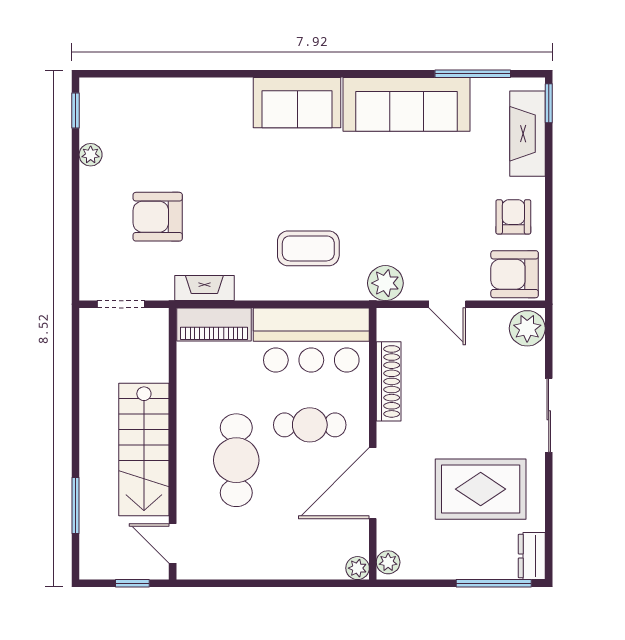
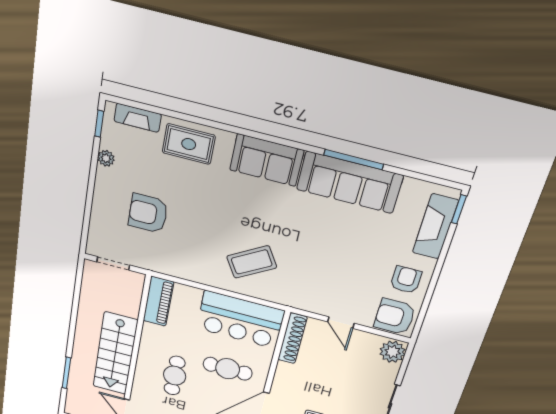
window: (473, 74) -> (354, 160), moved
rug: (195, 108) -> (189, 144), added
coffee table: (308, 248) -> (252, 262), turned -31
plant: (385, 283) -> (301, 298), removed
fireplace: (204, 288) -> (138, 118), moved, turned 180
piano: (214, 325) -> (158, 301), moved, turned -90
shoe rack: (389, 381) -> (292, 338), moved
cafe table: (236, 460) -> (175, 376), width x0.73, depth x0.74

